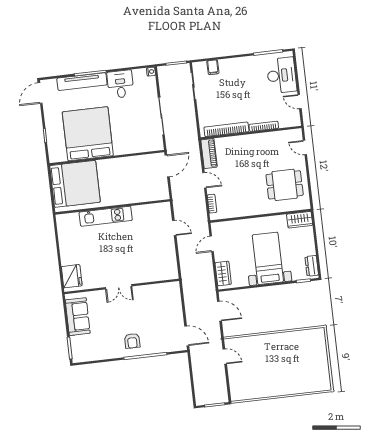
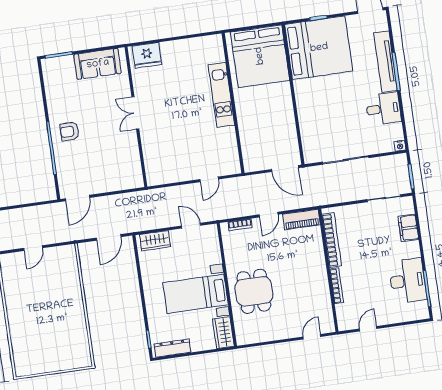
filing cabinet: (213, 67) -> (408, 228), width x2.00
desk: (282, 75) -> (408, 281), moved, turned -90
bed: (88, 134) -> (319, 48), moved
dining table: (285, 185) -> (254, 291), moved
bed with nightstands: (268, 258) -> (196, 294), moved, turned 180
dresser: (312, 266) -> (173, 348), width x1.44
door: (225, 357) -> (33, 248), moved

